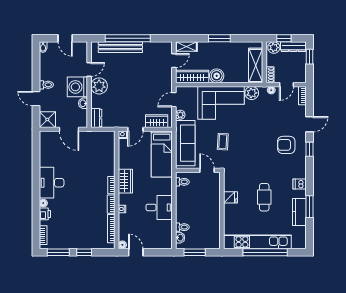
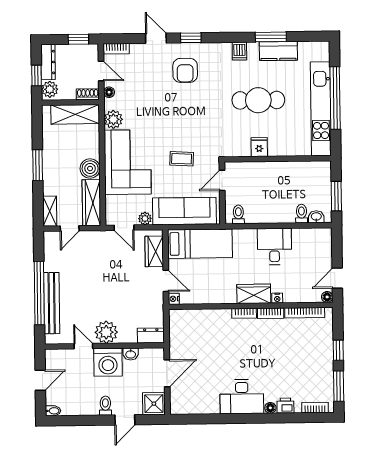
window: (310, 57) -> (78, 39), moved
door: (174, 61) -> (70, 228), swing flipped
wardrobe: (125, 181) -> (254, 294), moved
cafe table: (264, 197) -> (258, 100), width x1.37, depth x1.35

